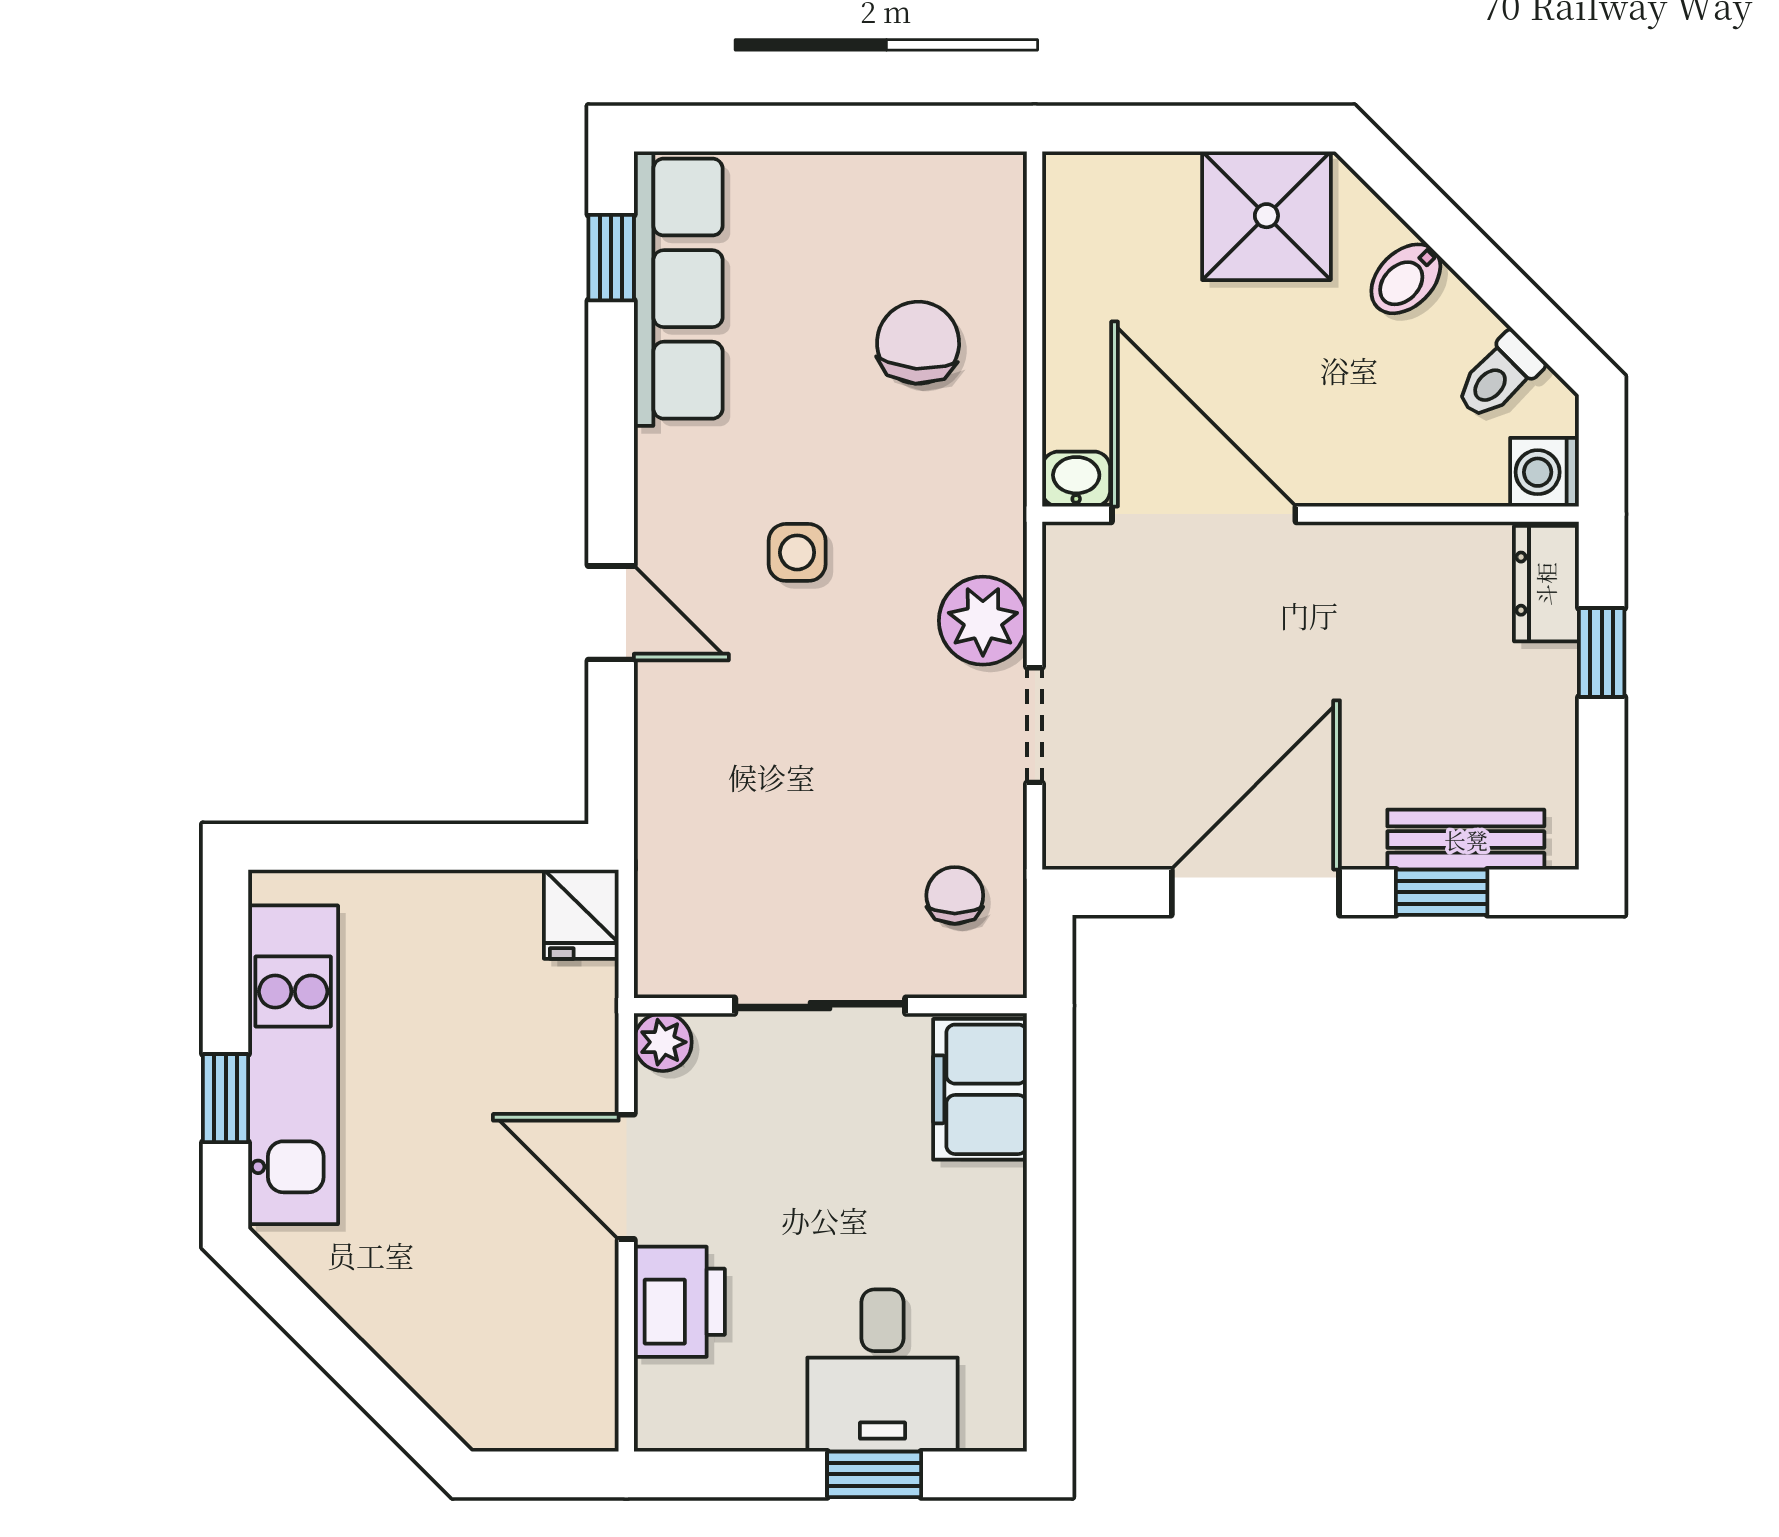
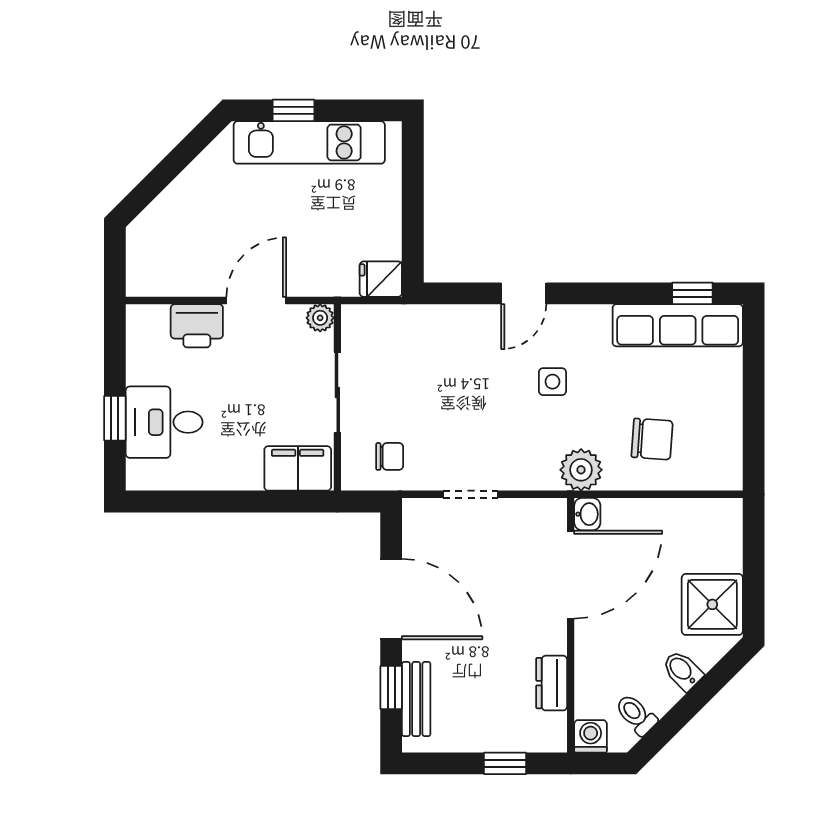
dresser: (1546, 584) -> (552, 683), moved, turned -90
plant: (983, 621) -> (581, 470), moved

